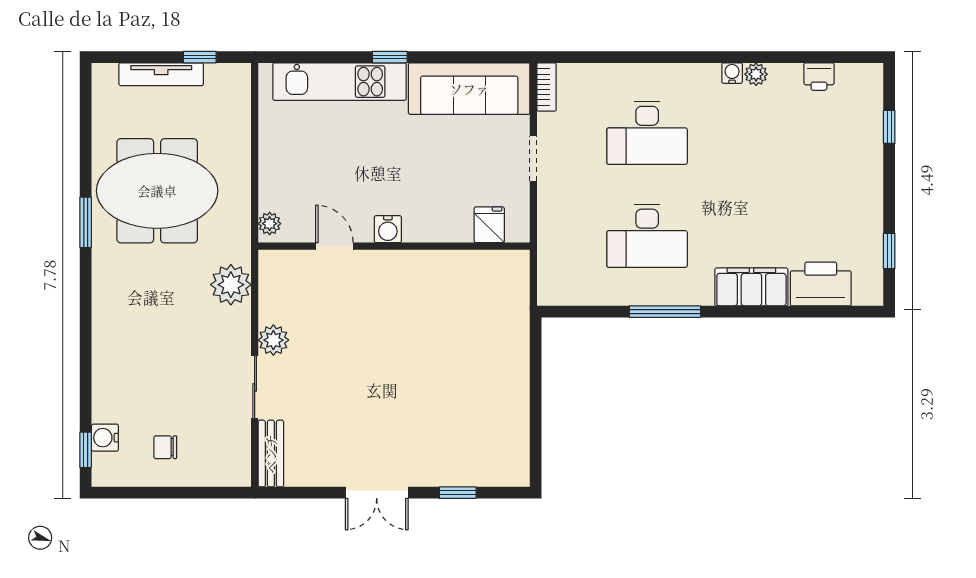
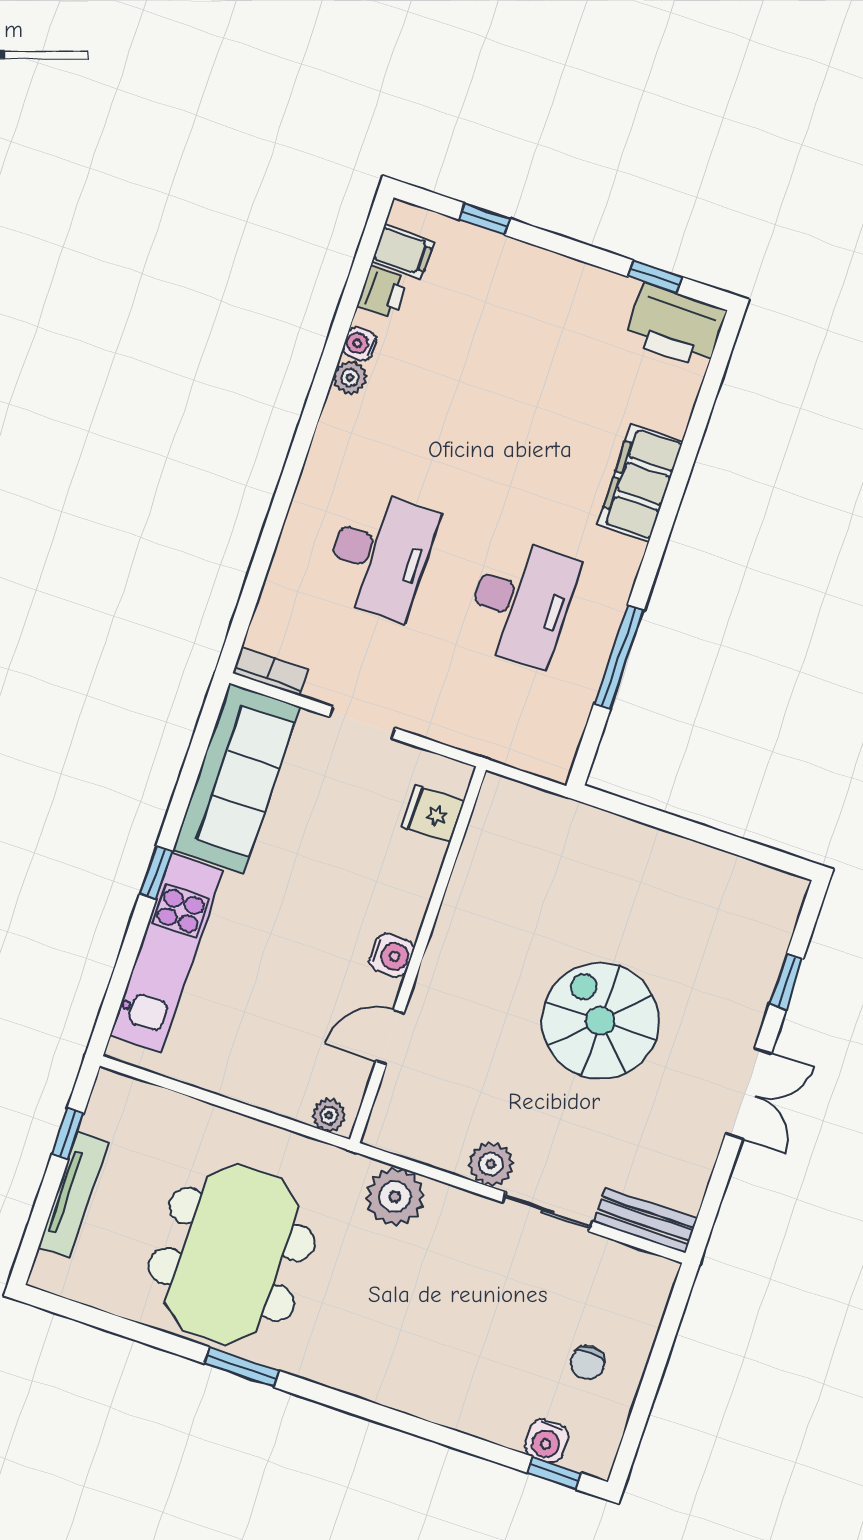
water cooler: (732, 73) -> (360, 344), moved
filing cabinet: (850, 81) -> (403, 251), added
printer: (821, 284) -> (676, 326), moved, turned -90
window: (665, 312) -> (619, 657), moved
spiral stairs: (391, 380) -> (600, 1021), added

